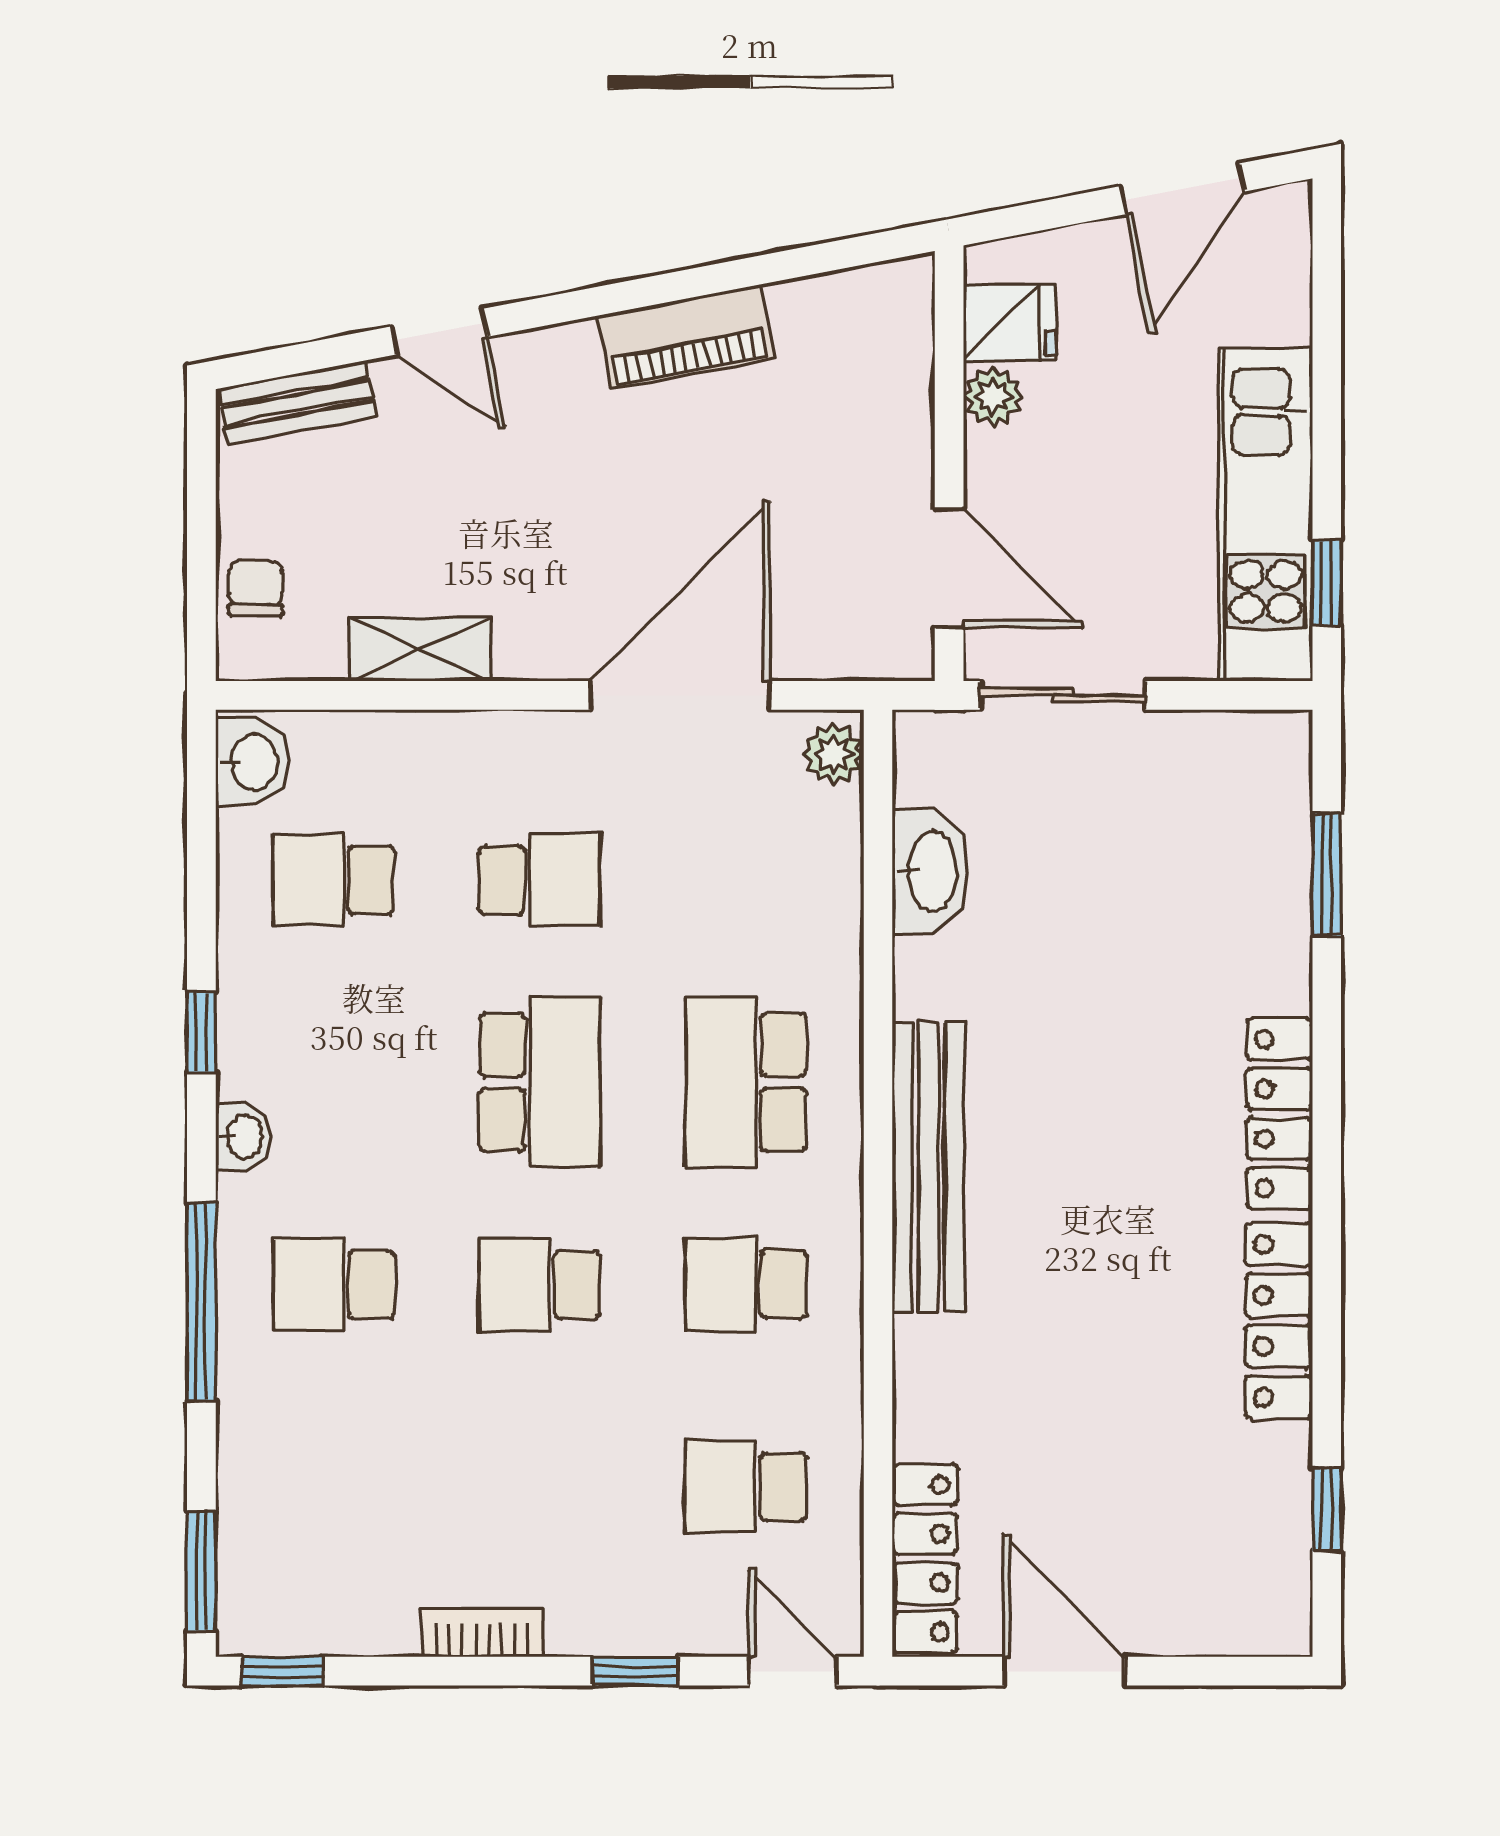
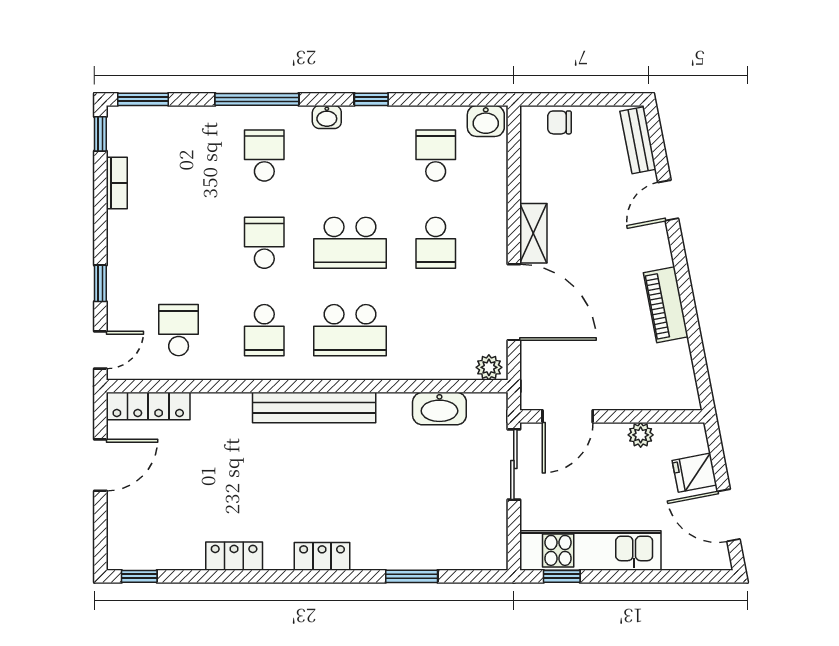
fridge: (1010, 323) -> (694, 473), moved, turned 79
chair: (256, 588) -> (559, 122), turned 180
shelving: (420, 649) -> (533, 233), moved
window: (1327, 875) -> (412, 576), moved
school desk: (746, 1082) -> (350, 330), turned 180
locker: (1280, 1114) -> (322, 556), width x0.66
school desk: (746, 1284) -> (264, 330), turned 180
locker: (1279, 1321) -> (234, 556), width x0.66
window: (1327, 1509) -> (139, 576), moved
bookcase: (482, 1633) -> (117, 183), moved

